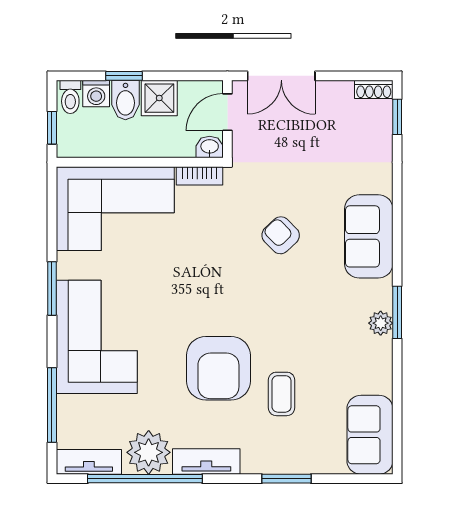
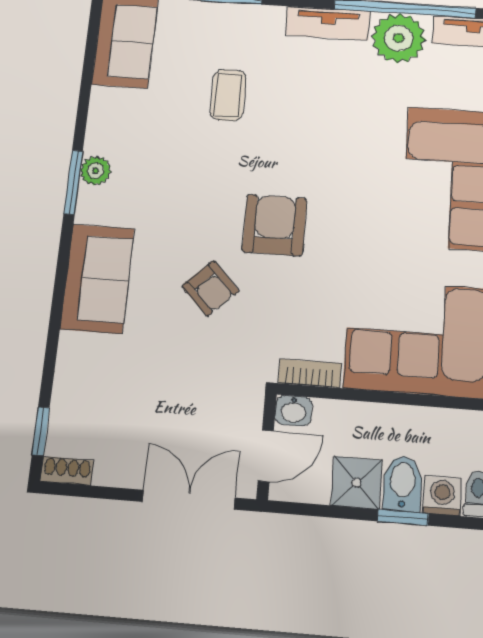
armchair: (218, 368) -> (275, 225), moved, width x0.73, depth x0.73

